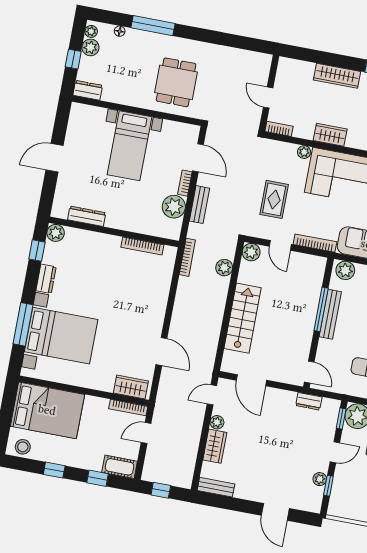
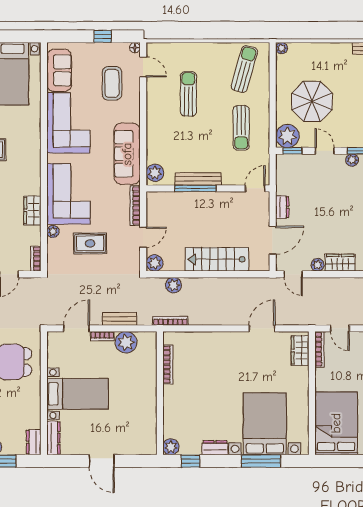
rug: (274, 199) -> (90, 243), moved
dresser: (87, 216) -> (53, 438), moved, turned 180
dresser: (309, 401) -> (282, 207), moved

